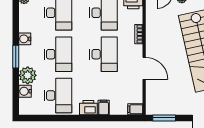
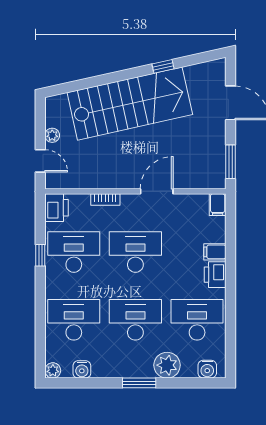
water cooler: (25, 39) -> (82, 369), moved
water cooler: (25, 91) -> (207, 369), moved

